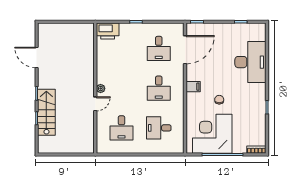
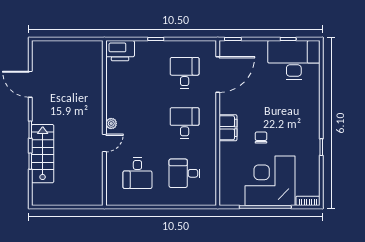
desk: (159, 48) -> (185, 73), turned 180
desk: (250, 62) -> (294, 60), moved, turned -90
filing cabinet: (193, 87) -> (228, 128), width x2.00
desk: (159, 88) -> (185, 123), turned 180
corner desk: (212, 134) -> (270, 181), moved

